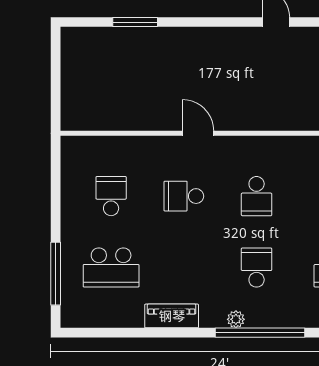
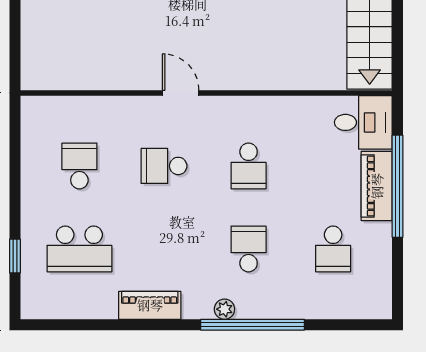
window: (56, 274) -> (15, 256), width x0.46

